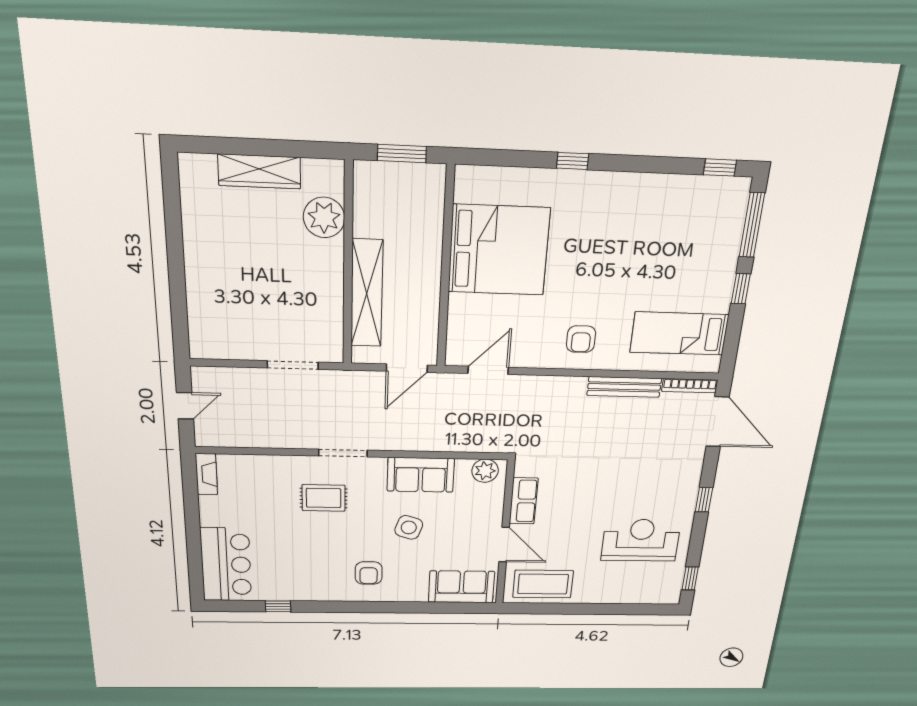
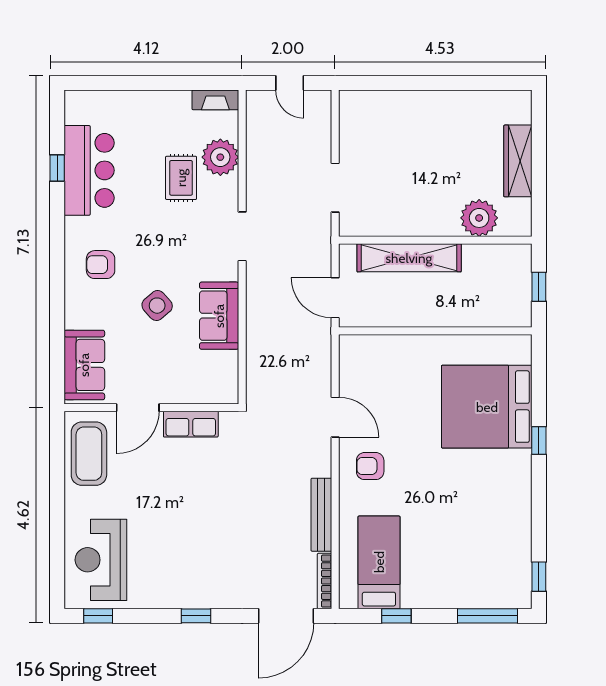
window: (402, 154) -> (539, 287), width x0.67
bed: (499, 250) -> (487, 407), moved, turned 90
window: (741, 289) -> (396, 616), moved
door: (488, 370) -> (335, 417), moved
plant: (485, 471) -> (220, 157), moved, width x1.36, depth x1.36
rug: (324, 498) -> (181, 178), moved
side table: (409, 527) -> (157, 306), turned 31
reception desk: (641, 540) -> (101, 560), moved, turned 180
bar counter: (226, 565) -> (89, 170), moved, turned -90

